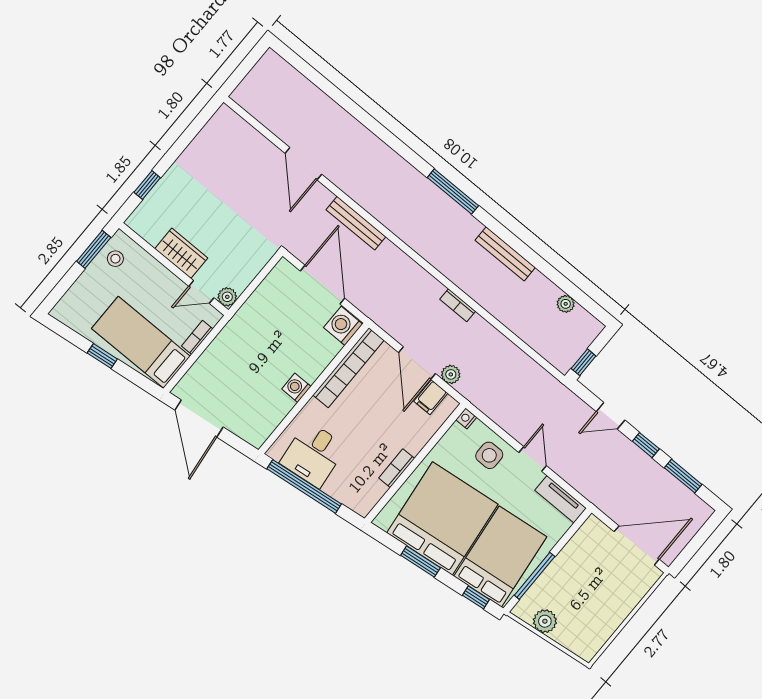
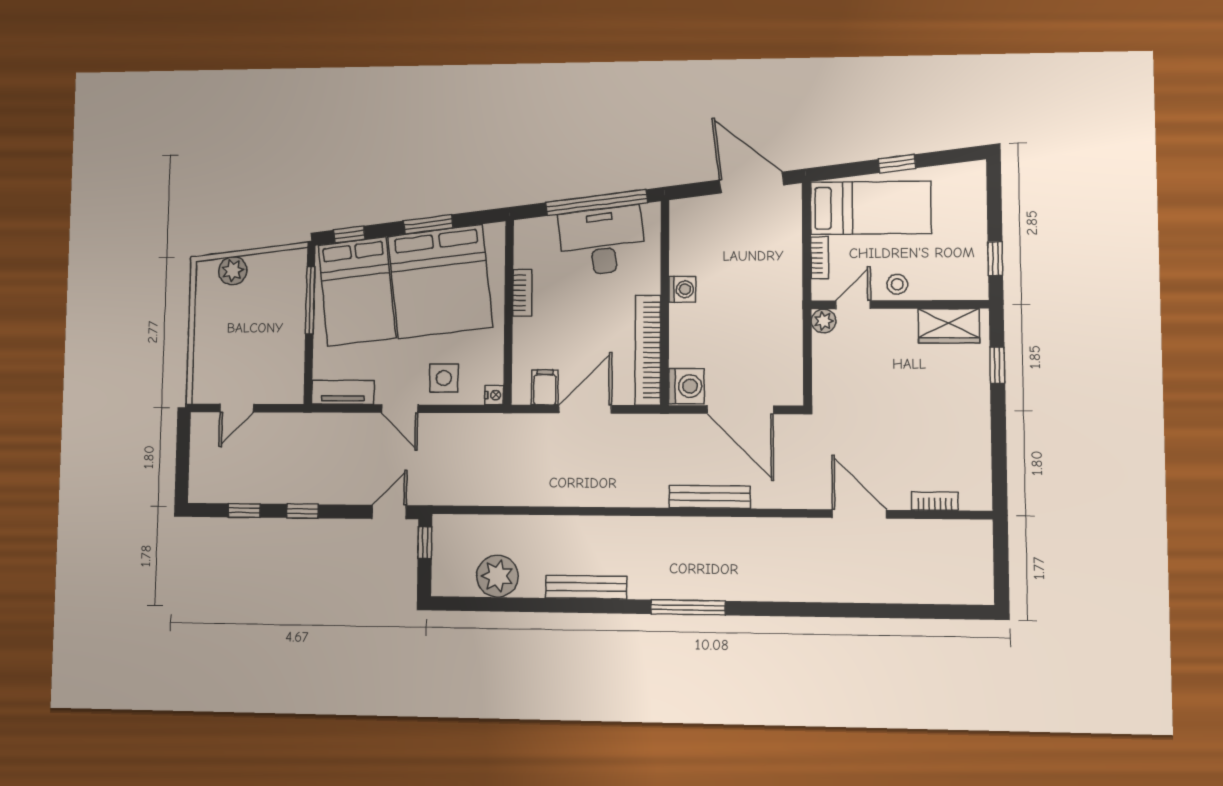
bench: (356, 223) -> (710, 497), moved
window: (94, 249) -> (995, 259), width x0.67
wardrobe: (181, 253) -> (949, 326), moved
stool: (115, 259) -> (897, 284), moved
plant: (566, 304) -> (497, 576), width x1.88, depth x1.88
bookcase: (458, 305) -> (935, 501), moved
door: (417, 363) -> (585, 409), hinge flipped
plant: (451, 374) -> (543, 425), removed
door: (611, 416) -> (389, 512), moved
desk: (313, 454) -> (602, 241), width x1.37
window: (683, 476) -> (244, 511), width x0.67
door: (637, 545) -> (237, 408), width x0.53
plant: (545, 621) -> (233, 271), moved

